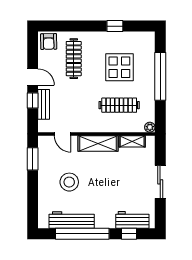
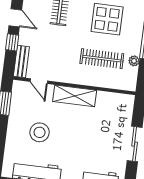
bench: (44, 104) -> (21, 61), moved
plant: (150, 127) -> (134, 61), moved
shelving: (132, 141) -> (111, 98), removed

